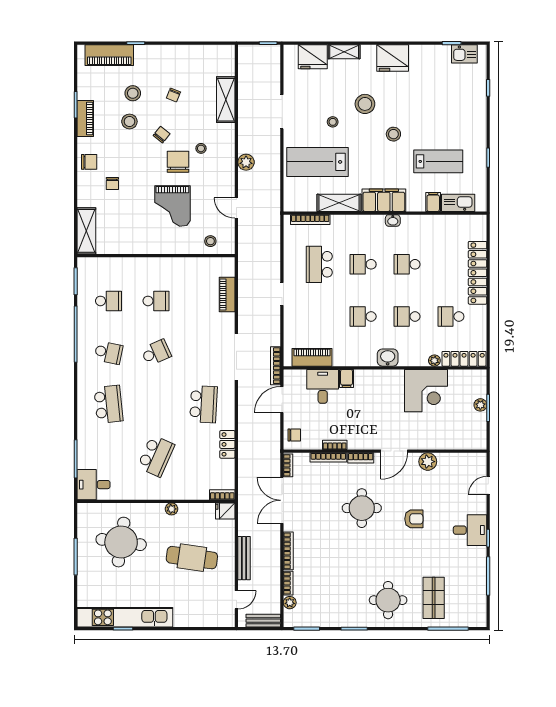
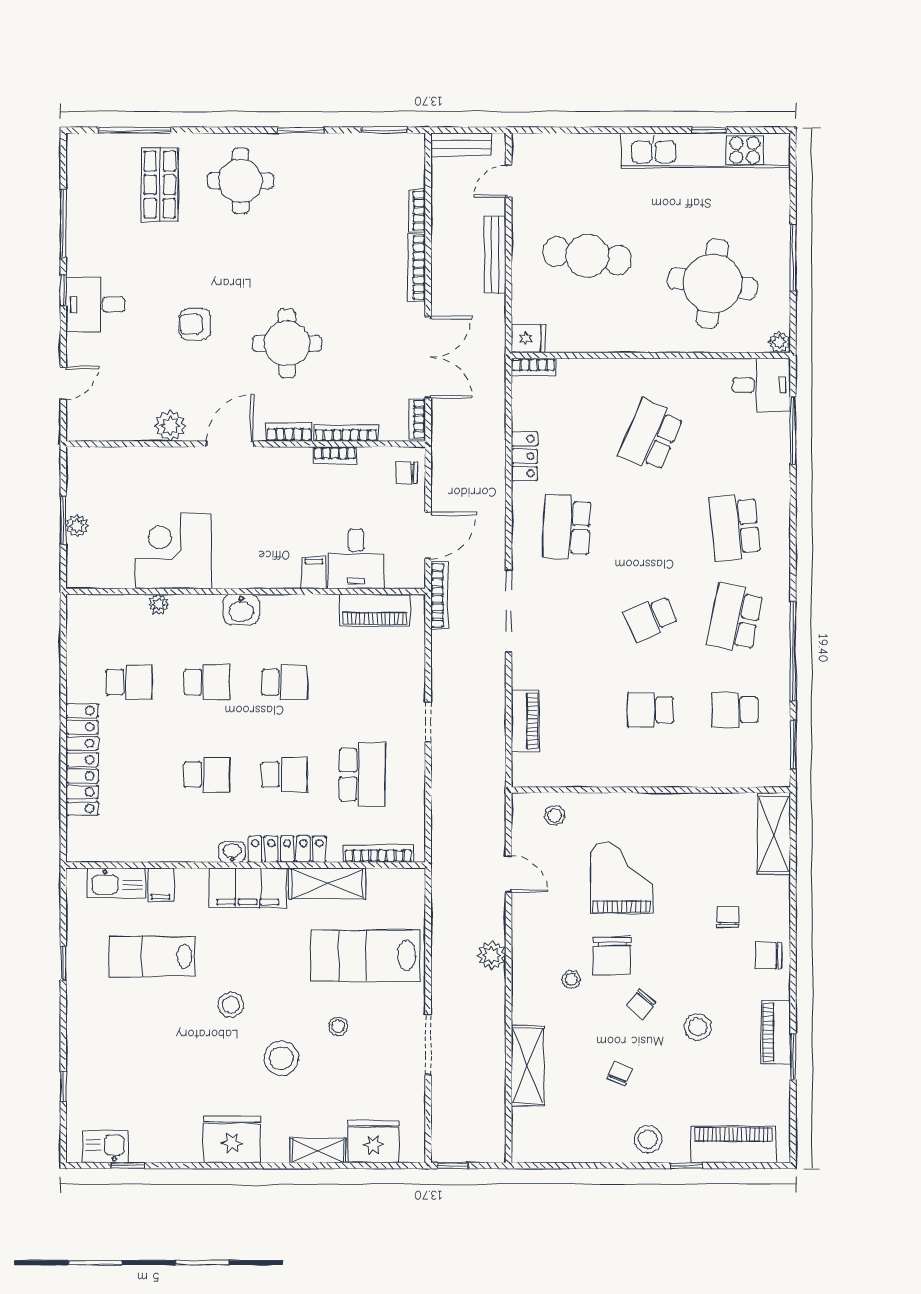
stool: (133, 93) -> (648, 1139), moved
lab bench: (317, 162) -> (365, 956), turned 180
school desk: (108, 353) -> (735, 618), width x1.85
locker: (464, 359) -> (287, 849), moved, turned 180
plant: (171, 509) -> (779, 342), moved
plant: (290, 603) -> (414, 176), removed

